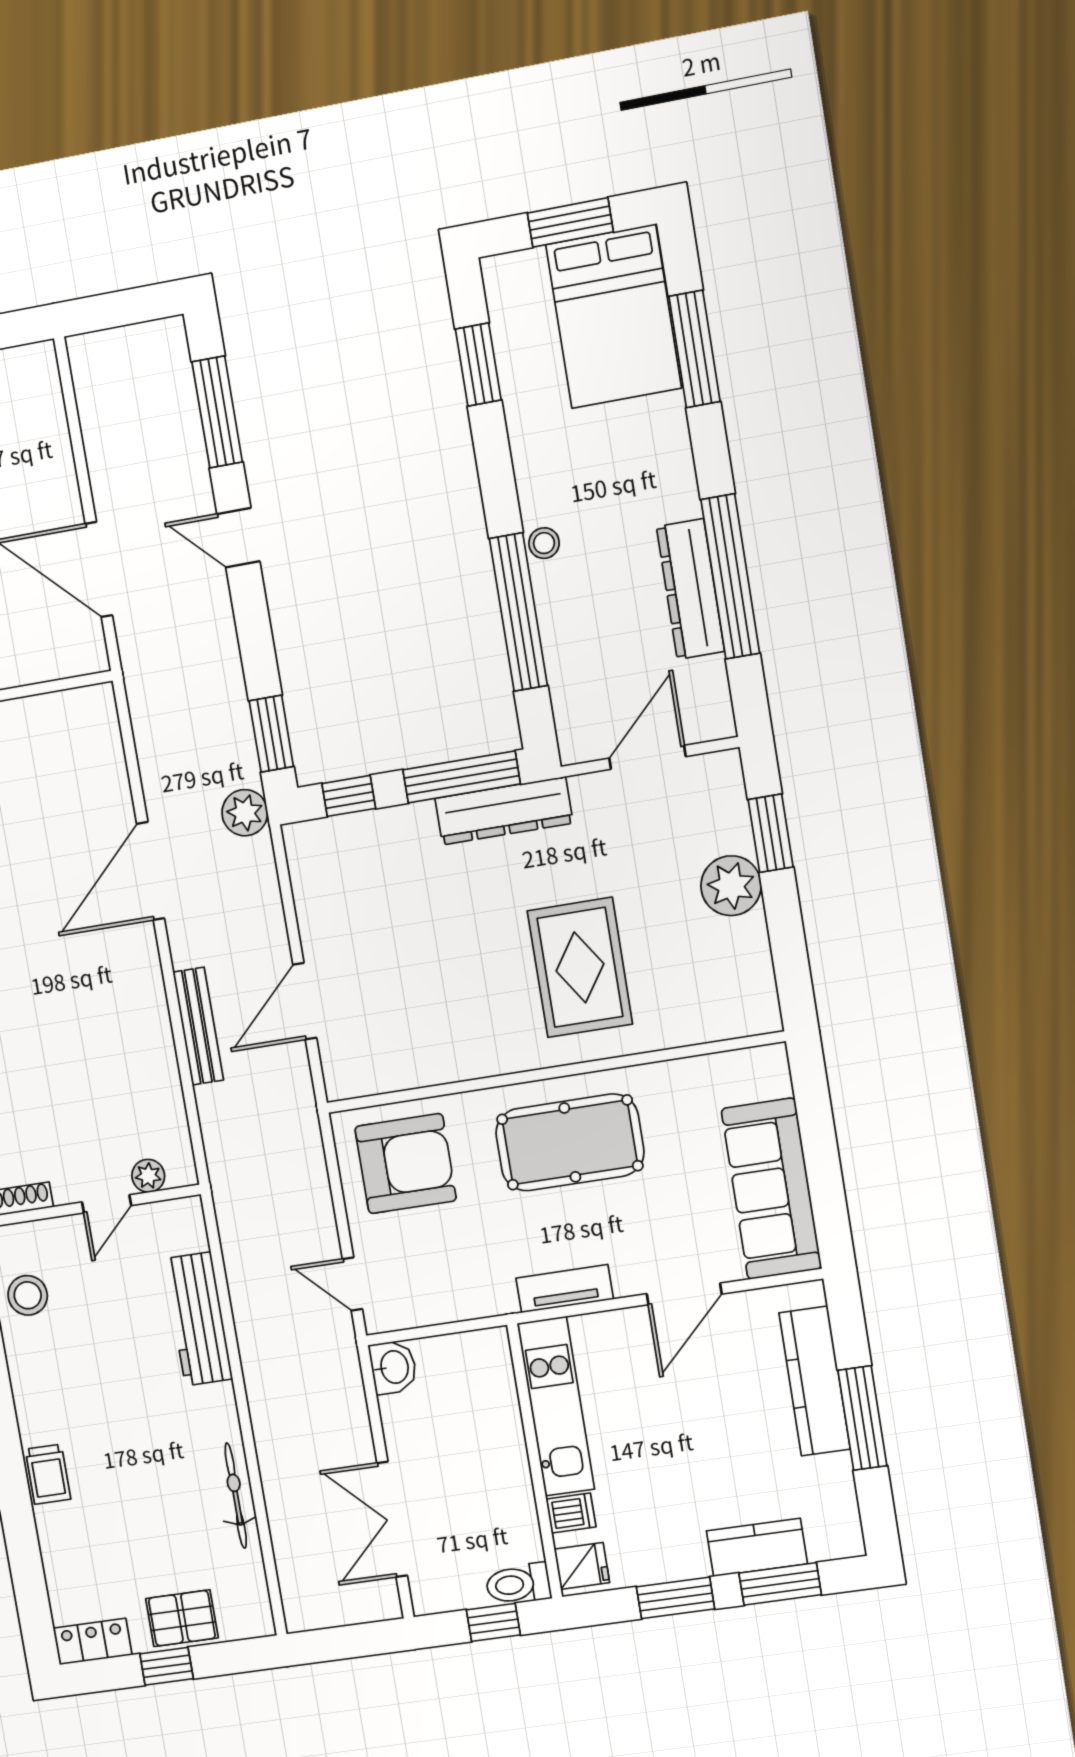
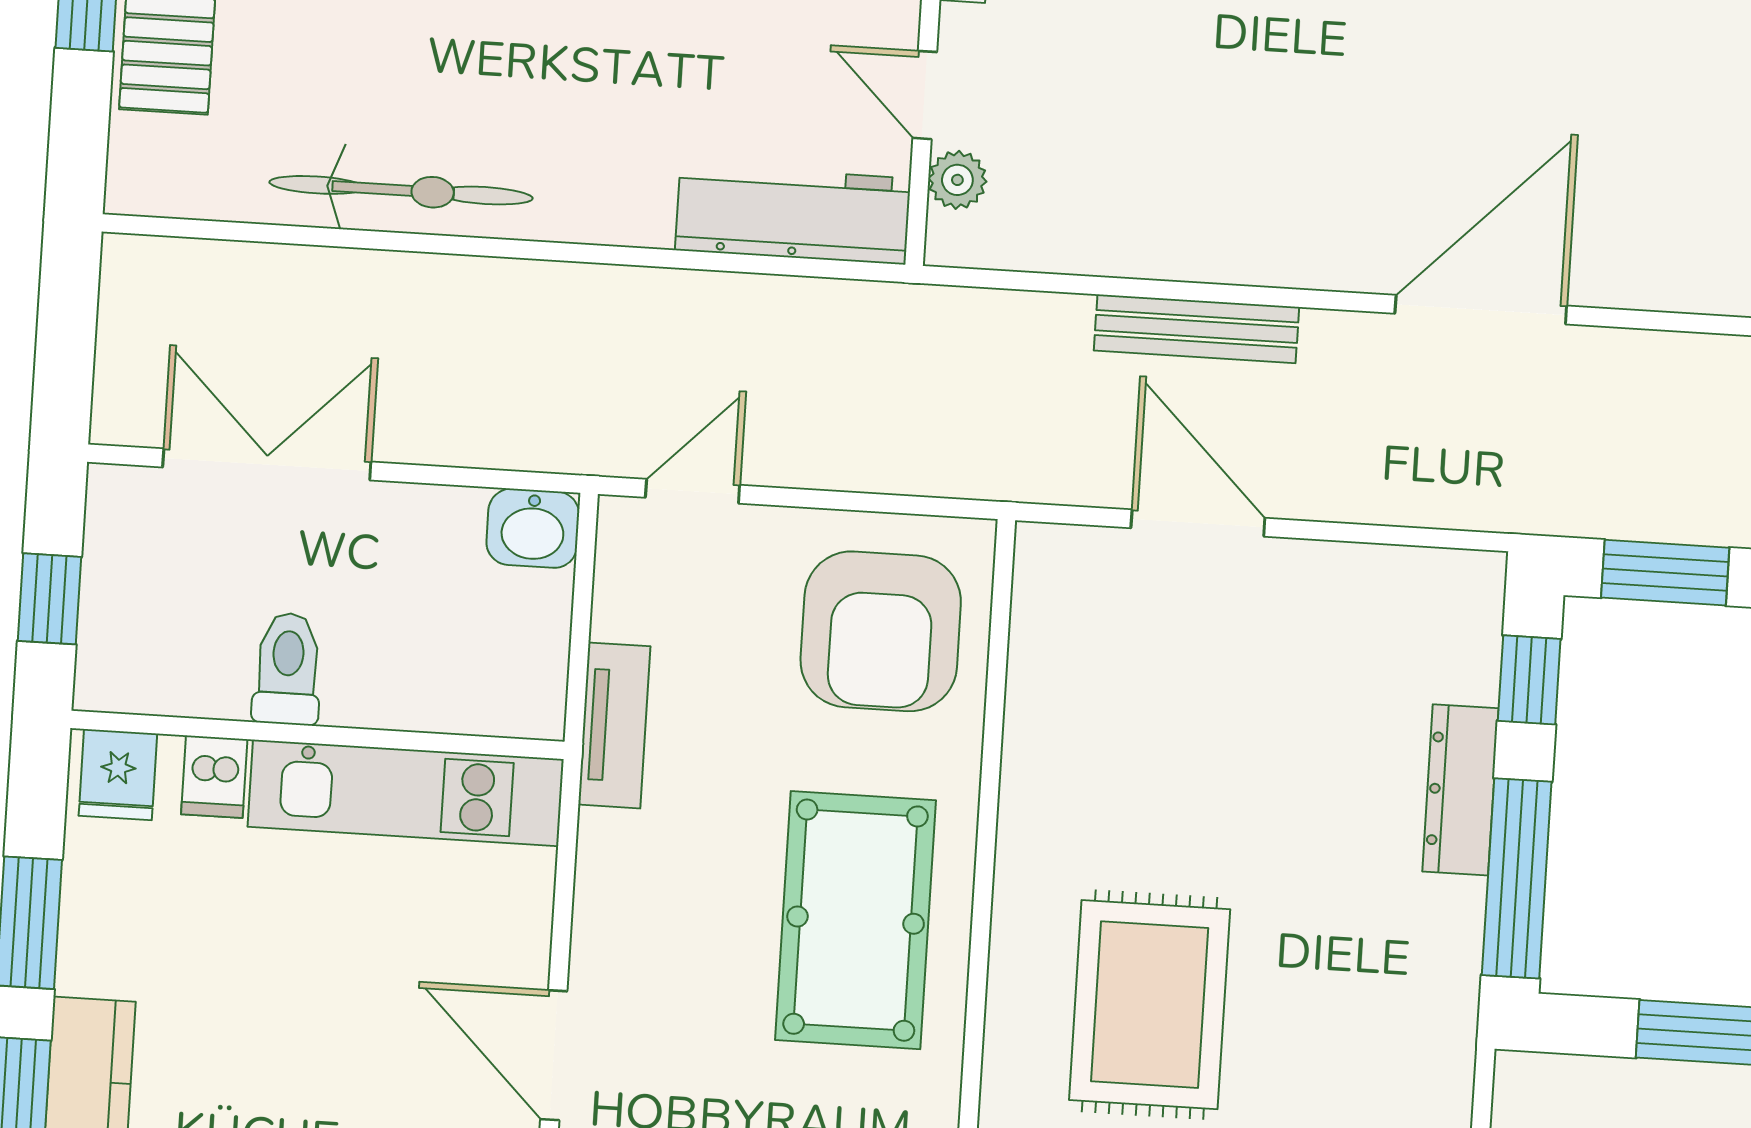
dresser: (504, 811) -> (1460, 790), moved, width x0.73, depth x0.80
plant: (245, 813) -> (1542, 496), removed
door: (151, 871) -> (1481, 310), hinge flipped
rug: (580, 967) -> (1150, 1005), turned 90
tv unit: (565, 1289) -> (614, 725), moved
workbench: (198, 1319) -> (793, 214), moved
bicycle: (236, 1496) -> (401, 190), width x1.37, depth x1.40
toilet: (518, 1584) -> (288, 669), moved

